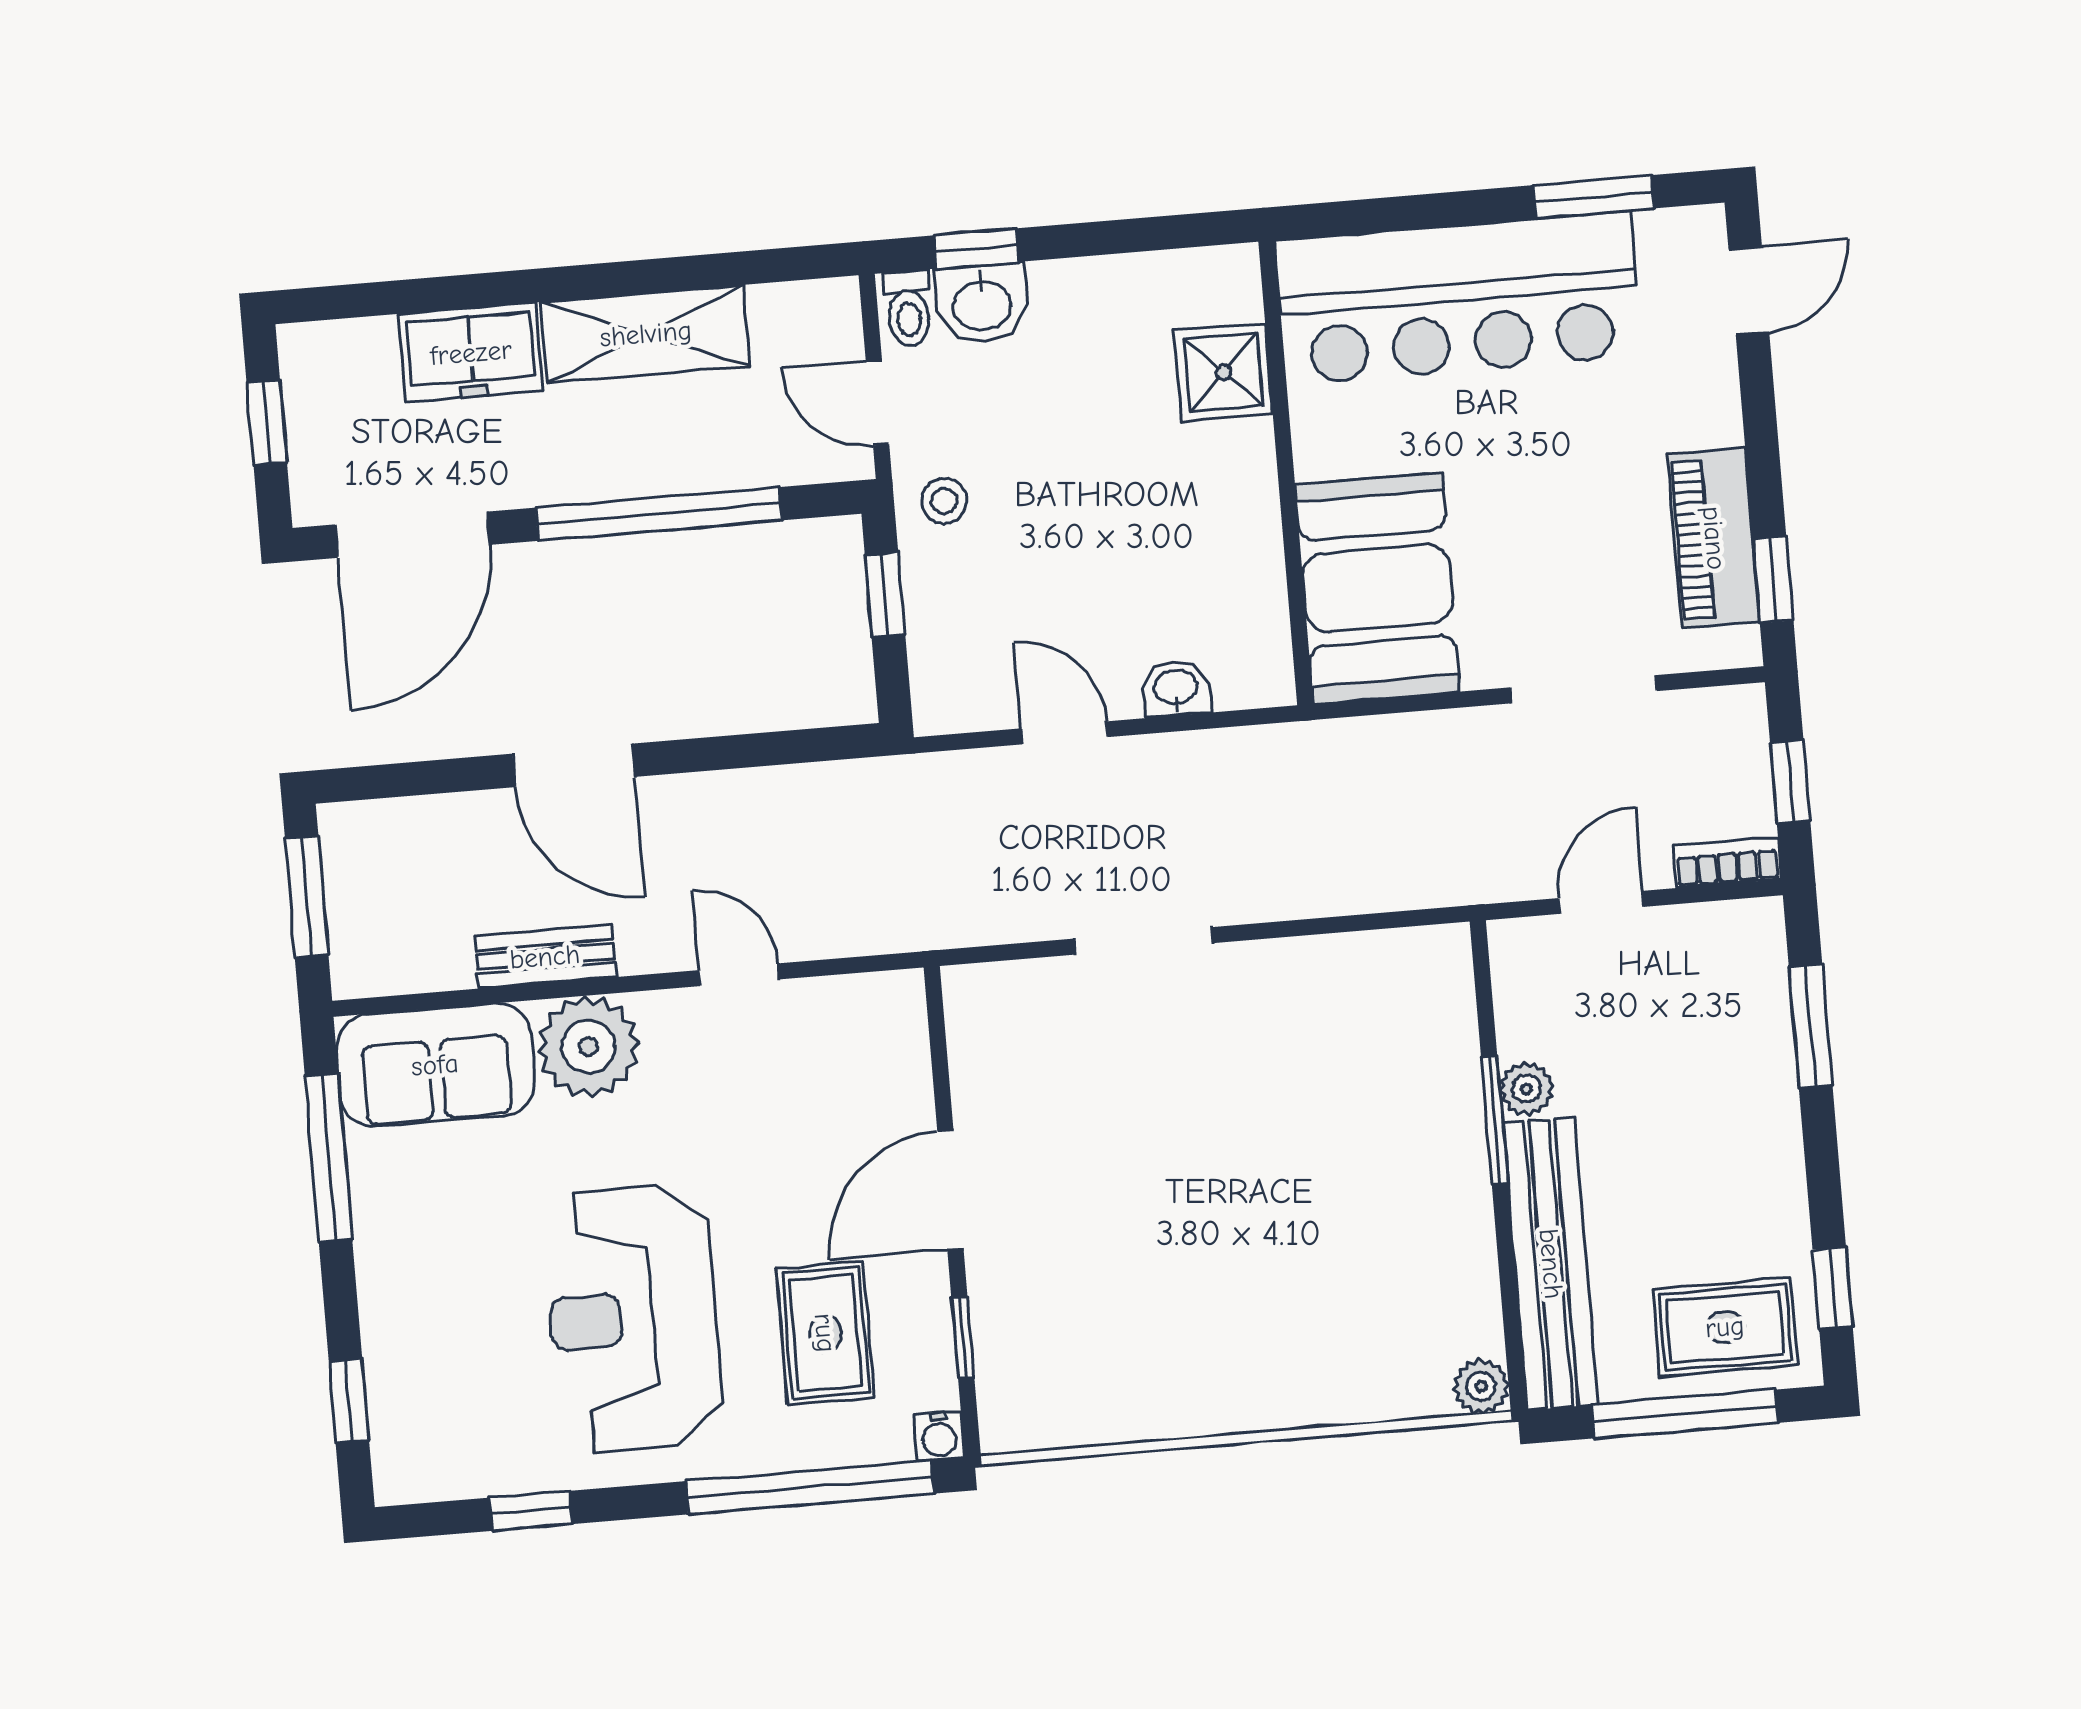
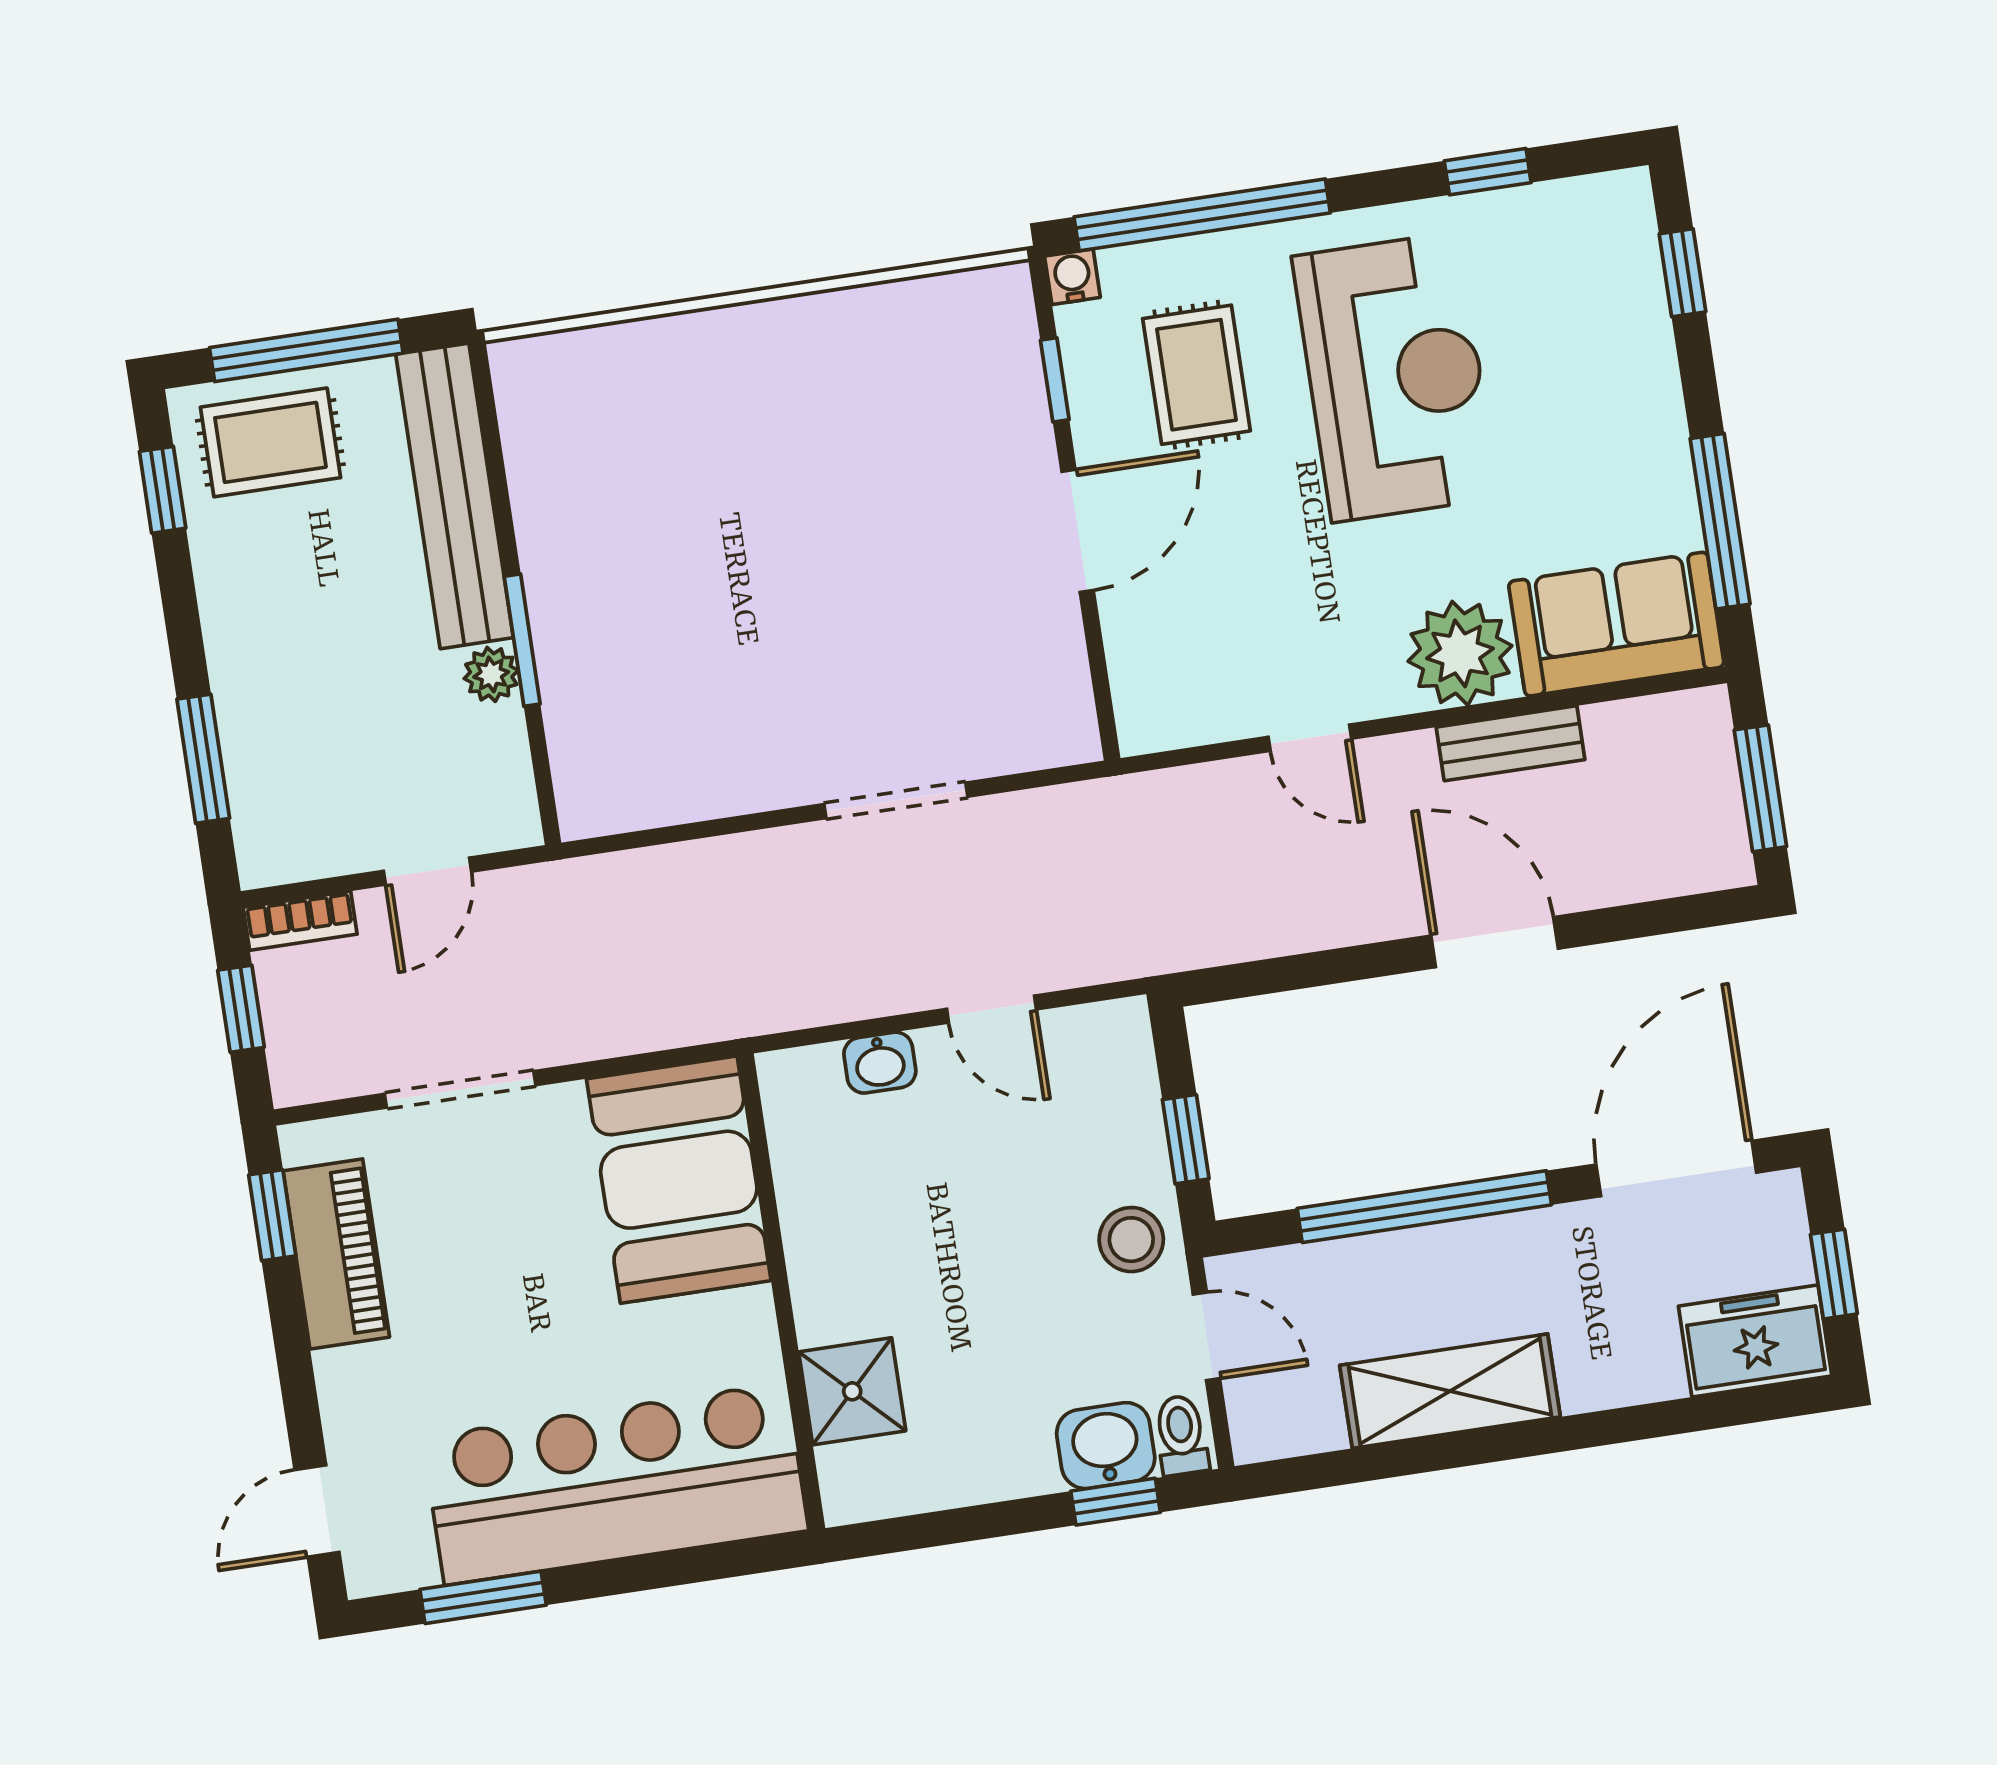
freezer: (471, 353) -> (1755, 1341), moved
stool: (944, 501) -> (1131, 1240), width x1.37, depth x1.37
plant: (1481, 1387) -> (518, 365), removed

